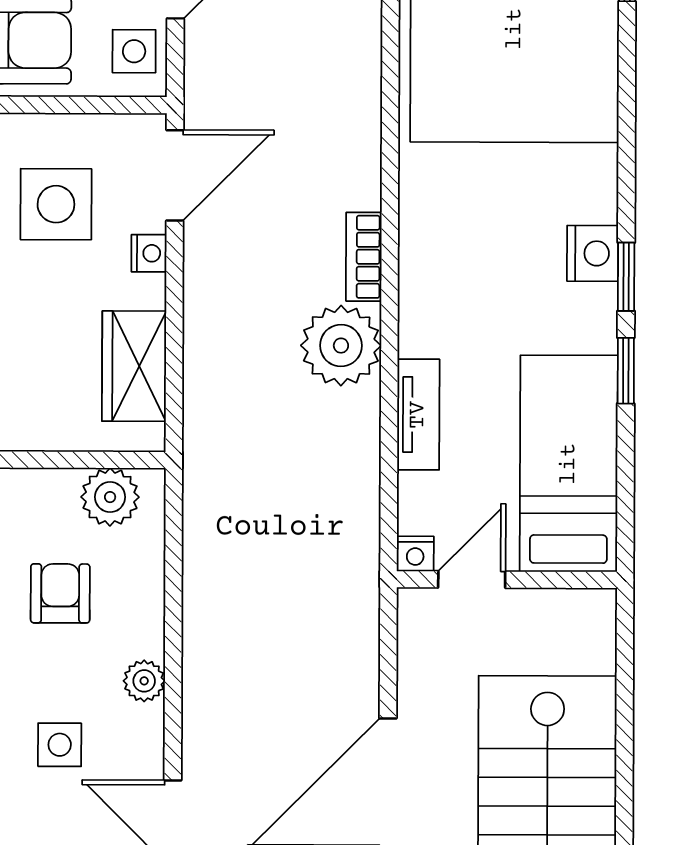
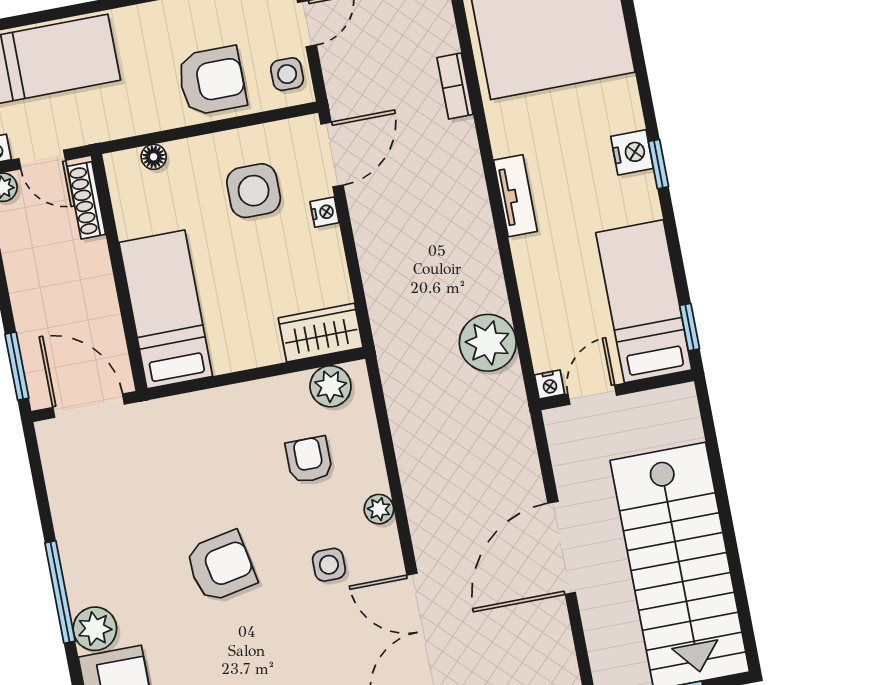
bookcase: (364, 257) -> (455, 86), moved
plant: (341, 346) -> (488, 343), moved
wardrobe: (134, 366) -> (321, 333), moved, turned 90
window: (626, 371) -> (690, 327), moved
tv unit: (418, 415) -> (515, 196), moved

